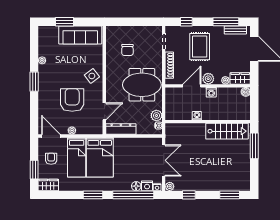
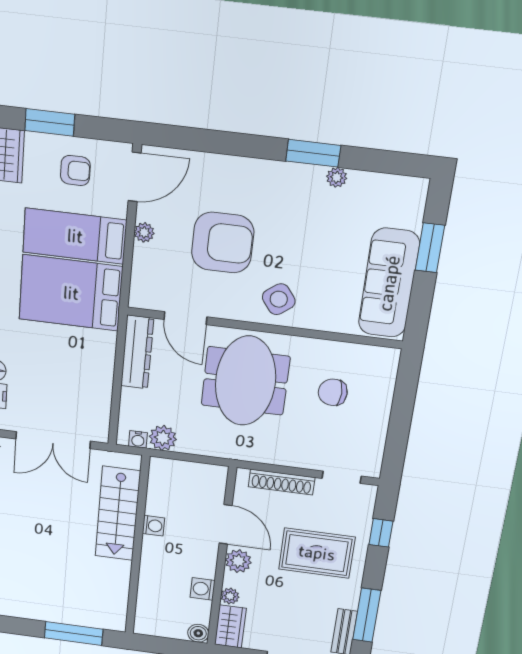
window: (34, 82) -> (313, 153), moved
meeting table: (142, 85) -> (245, 381), moved
washing machine: (211, 92) -> (203, 589), moved
stairs: (227, 131) -> (118, 514), moved

